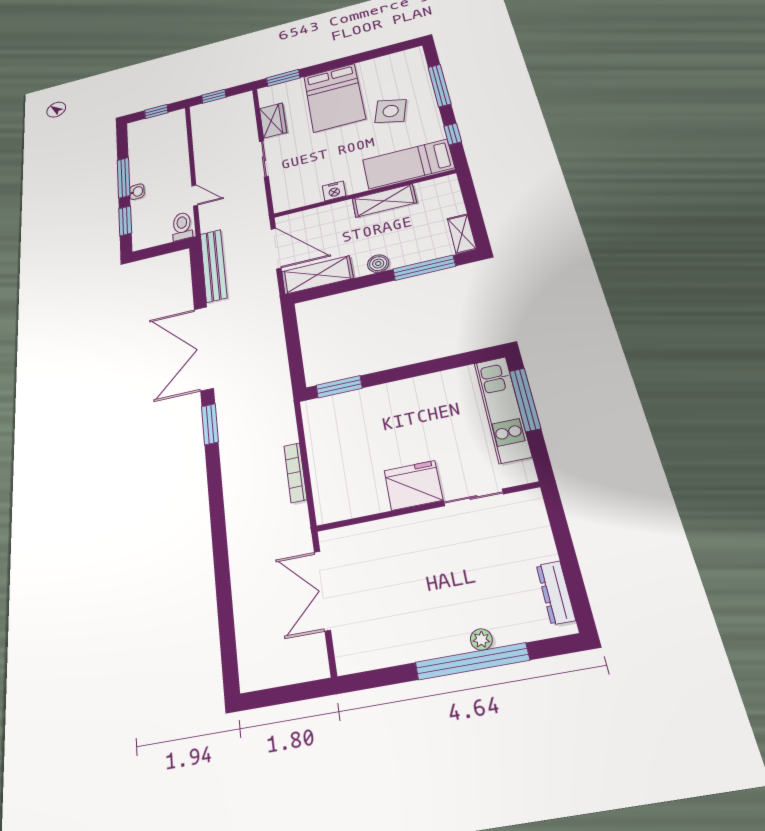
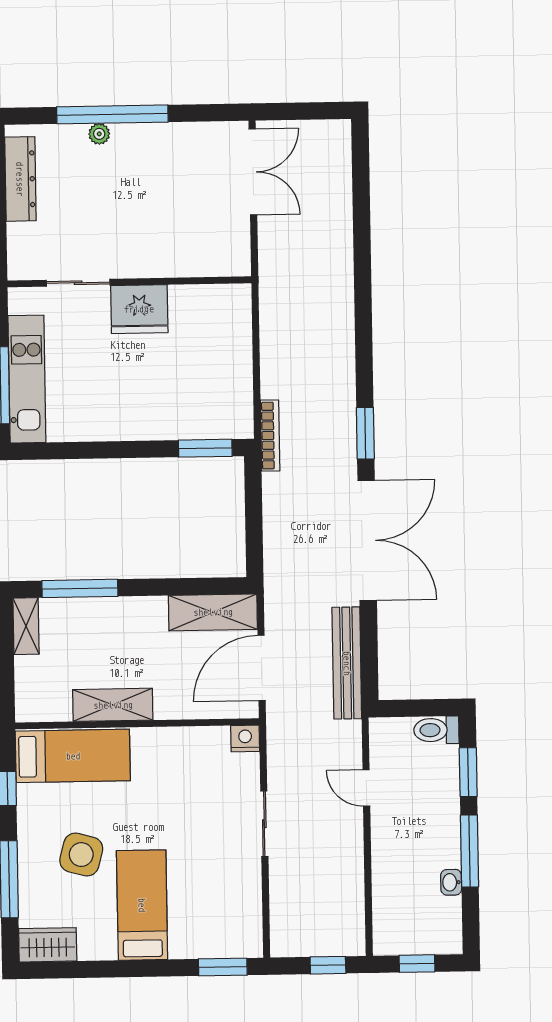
bed: (334, 97) -> (142, 905), width x0.67
wardrobe: (273, 120) -> (48, 945), moved, turned 90
nightstand: (334, 191) -> (245, 738), moved
washbasin: (137, 192) -> (451, 882), moved
toilet: (182, 226) -> (436, 730), moved, turned 90
door: (276, 248) -> (262, 668), hinge flipped
boiler: (378, 264) -> (135, 609), removed
bookcase: (295, 473) -> (270, 436), moved
double door: (322, 590) -> (253, 172), moved
dresser: (556, 593) -> (20, 179), width x1.37, depth x1.24

